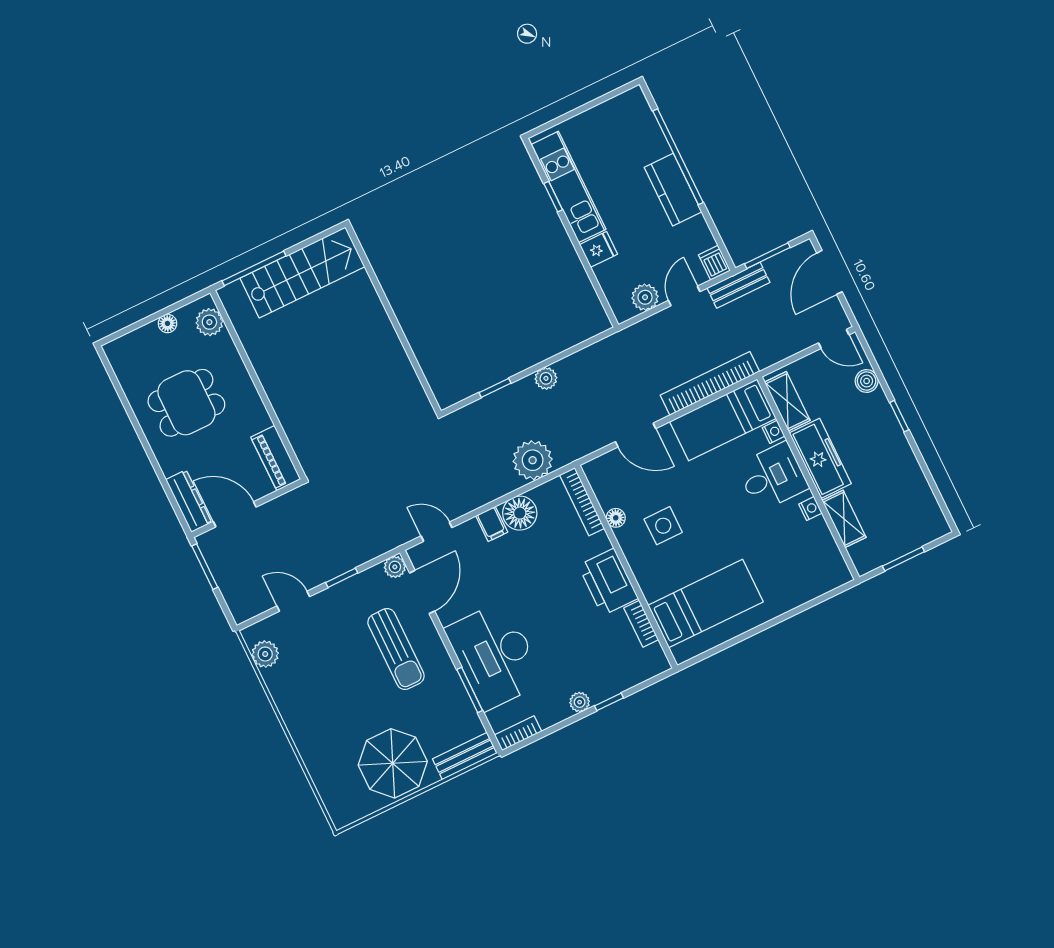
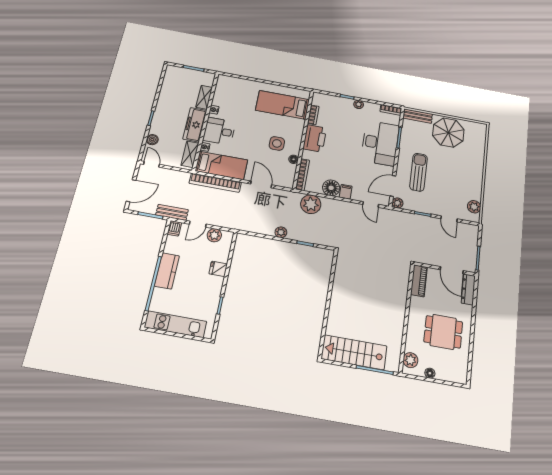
kitchen unit: (568, 187) -> (175, 324), moved, turned 90

